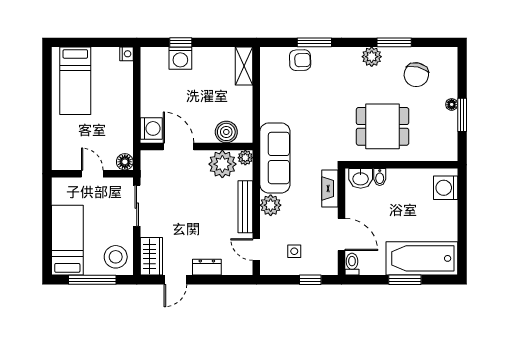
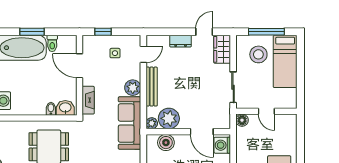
door: (256, 249) -> (143, 54), hinge flipped
stool: (116, 257) -> (258, 54), moved
toilet: (352, 264) -> (52, 43), moved

